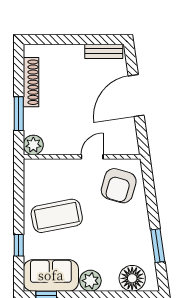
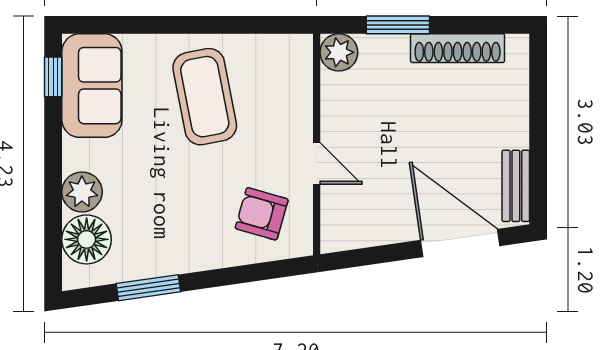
door: (136, 96) -> (460, 243), moved
armchair: (119, 186) -> (262, 214), width x0.72, depth x0.72
window: (19, 245) -> (149, 25), removed
plant: (90, 281) -> (82, 192), moved

